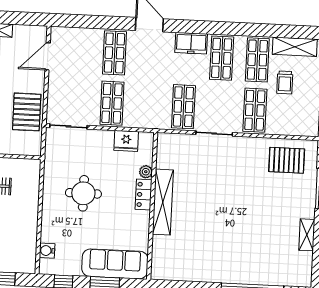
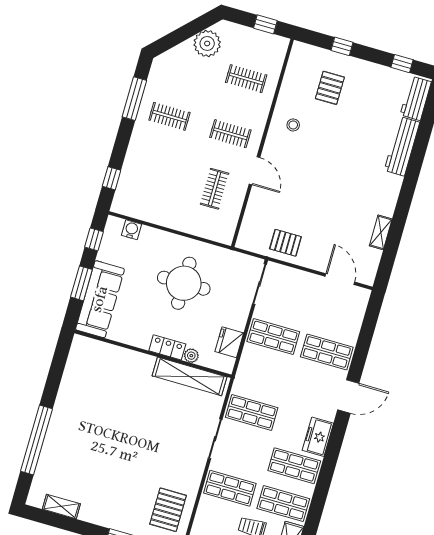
pallet: (27, 112) -> (285, 243), width x0.67, depth x0.71
round table: (83, 193) -> (184, 283), width x1.36, depth x1.36
shelving: (163, 202) -> (189, 376), moved
shelving: (307, 235) -> (61, 506), moved

